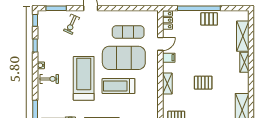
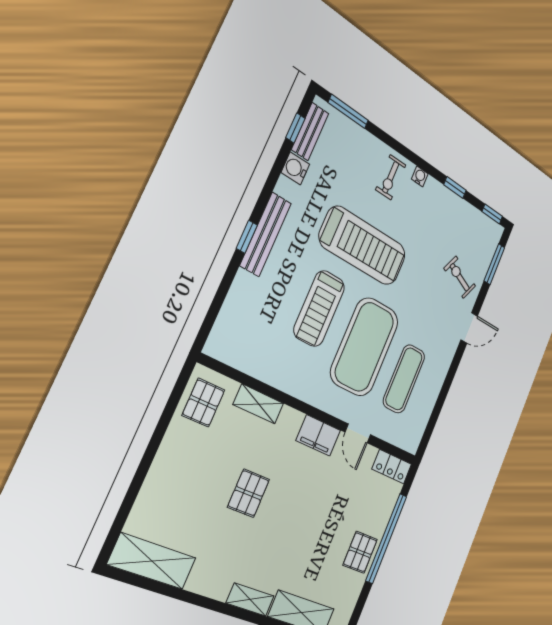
filing cabinet: (169, 58) -> (318, 435), width x2.00
shelving: (167, 84) -> (258, 404), moved
treadmill: (118, 86) -> (319, 309), turned 180

